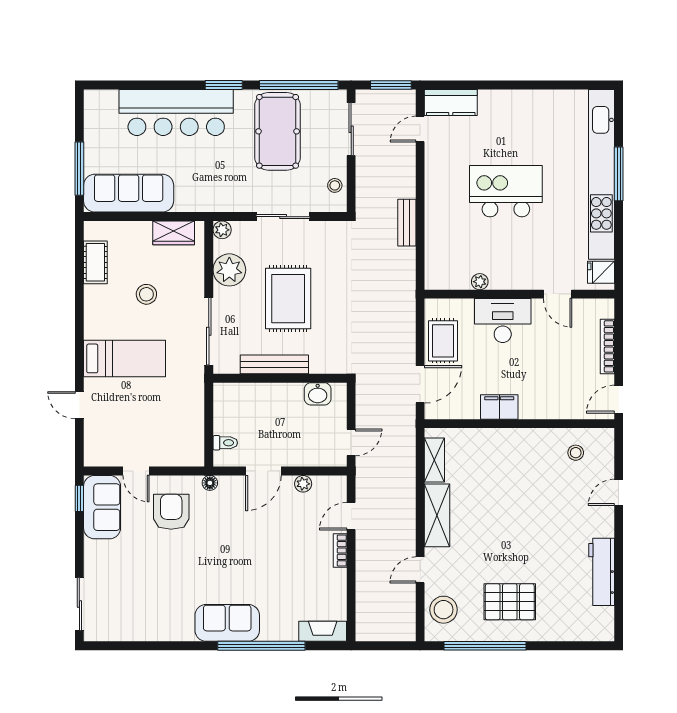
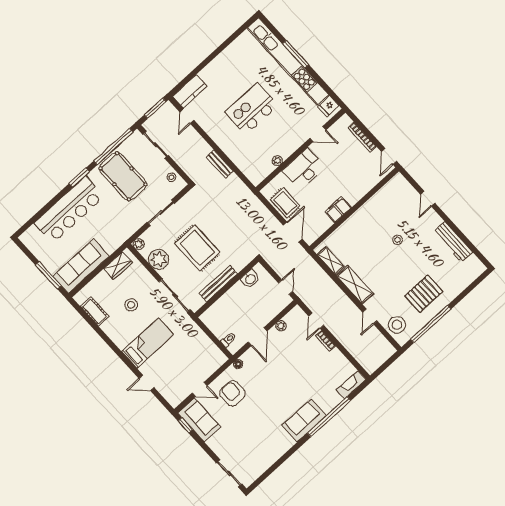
stool: (576, 453) -> (397, 240), moved

